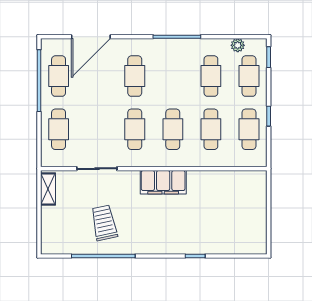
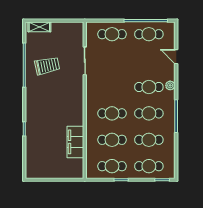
door: (91, 37) -> (176, 57), width x0.53
plant: (238, 45) -> (170, 85), moved
cafe table: (135, 129) -> (149, 113), moved
filing cabinet: (163, 182) -> (75, 142), moved
shelving: (48, 189) -> (39, 27), moved

